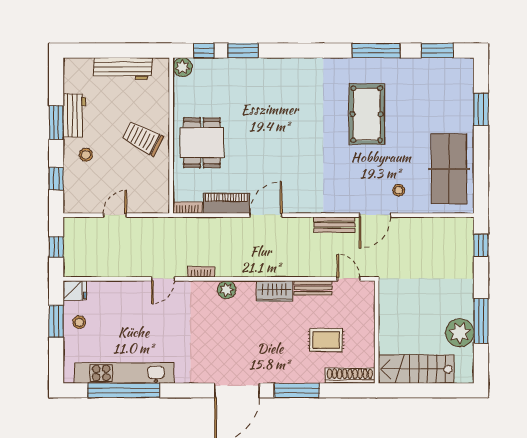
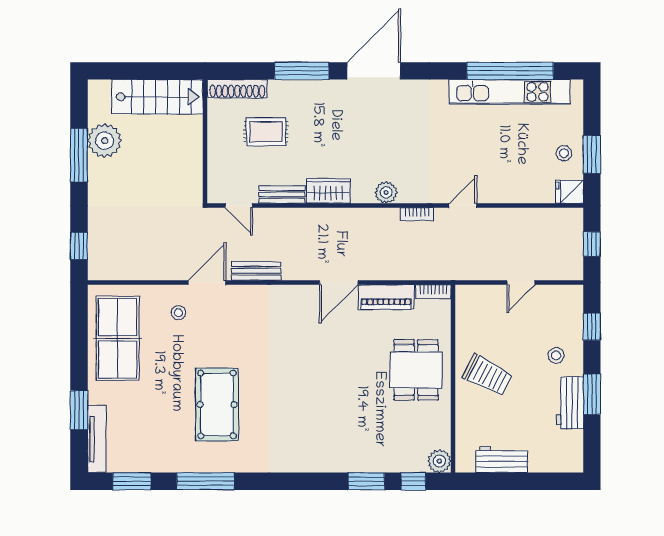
workbench: (123, 69) -> (502, 459), width x0.73
tv unit: (466, 86) -> (97, 439), added

